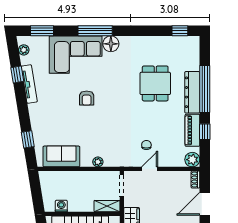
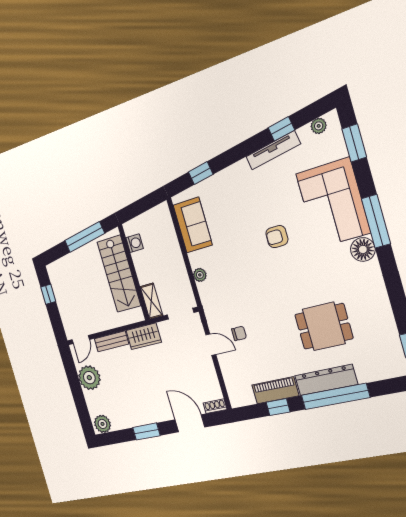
plant: (192, 160) -> (238, 397), removed

